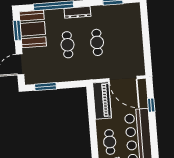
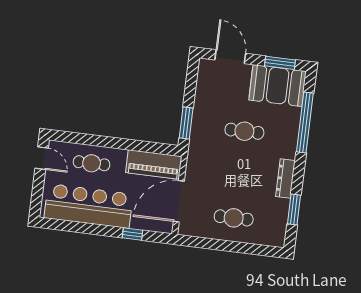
dresser: (77, 12) -> (285, 179), moved
cafe table: (97, 42) -> (234, 218), moved
window: (45, 87) -> (186, 123), moved

